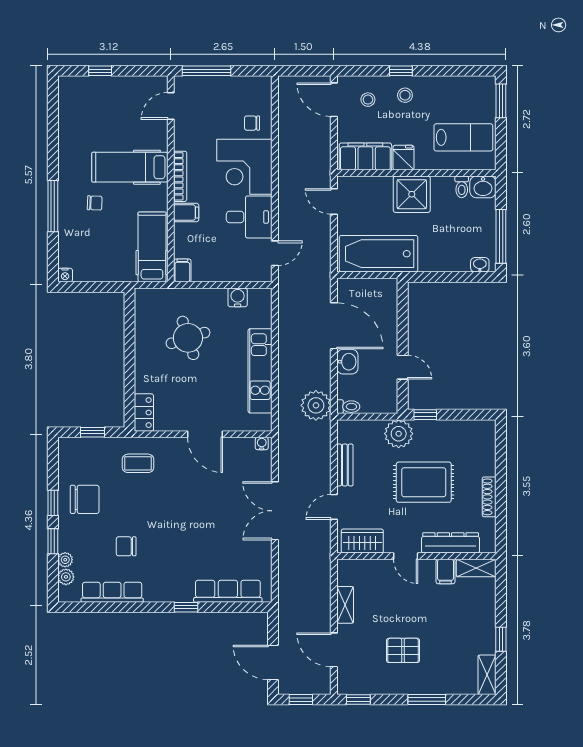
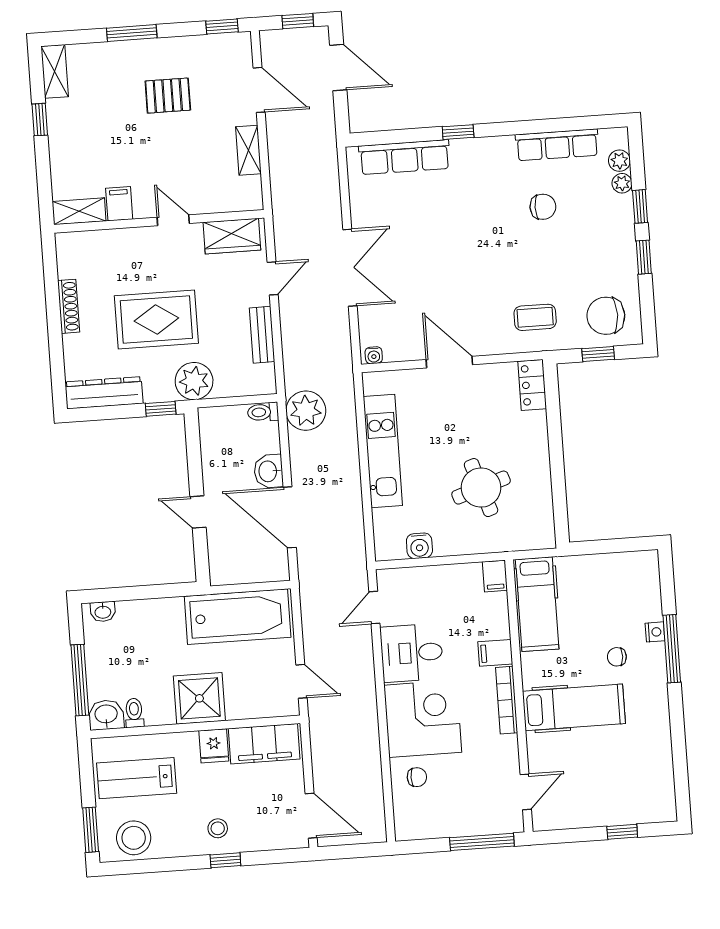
stool: (368, 100) -> (134, 838), moved, width x1.89, depth x1.89
window: (501, 236) -> (80, 680), moved
nightstand: (65, 275) -> (655, 632), moved, turned 90
door: (403, 367) -> (198, 512), moved
chair: (85, 499) -> (606, 316), moved
dresser: (451, 543) -> (104, 393), moved, turned 180

